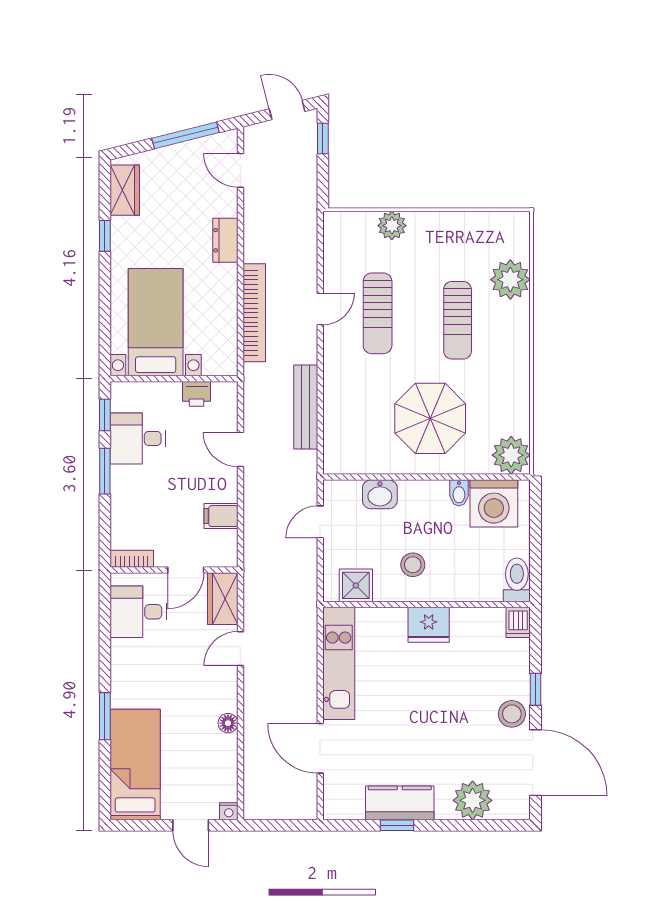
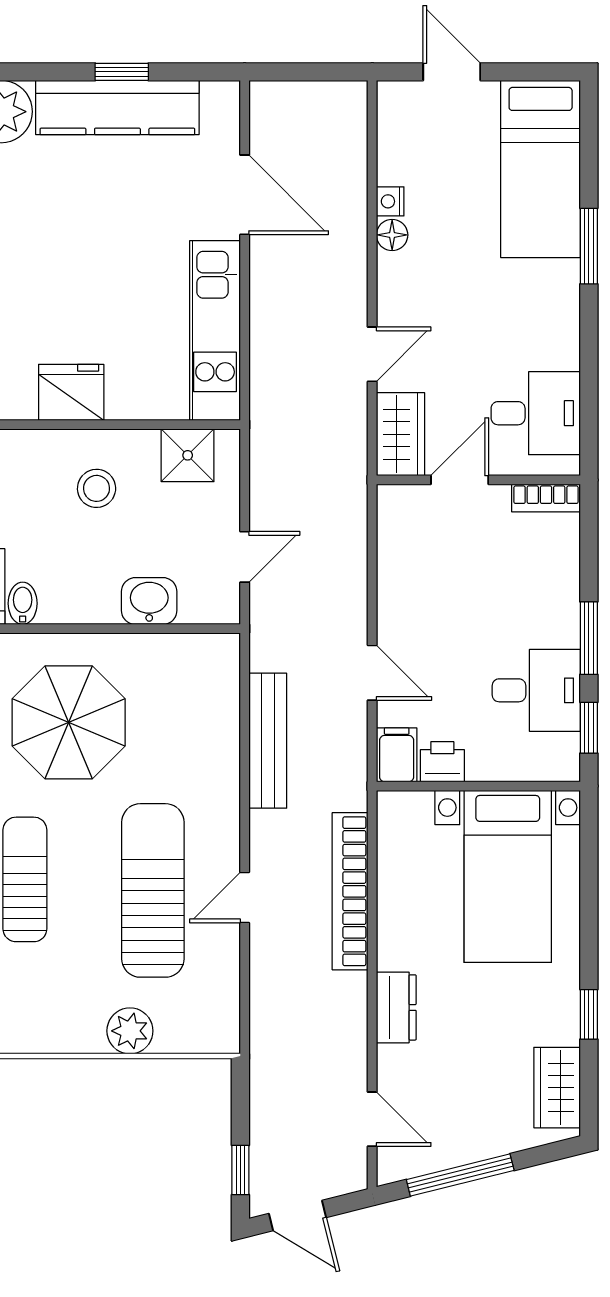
sun lounger: (378, 313) -> (153, 890), width x1.36, depth x1.34
filing cabinet: (221, 516) -> (397, 755), moved, turned -90
kitchen counter: (400, 803) -> (117, 108), width x1.50
nightstand: (229, 811) -> (390, 201), moved, turned -90

